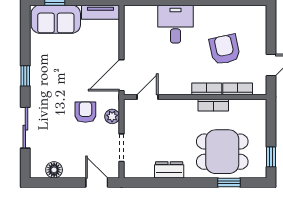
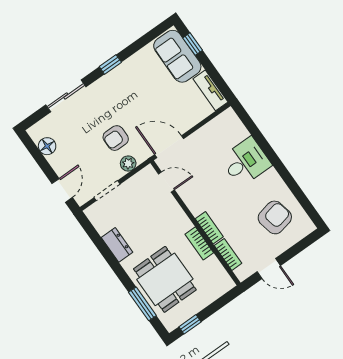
armchair: (225, 49) -> (275, 217), moved
armchair: (85, 112) -> (116, 138), turned 180
window: (229, 183) -> (142, 304), width x1.50

